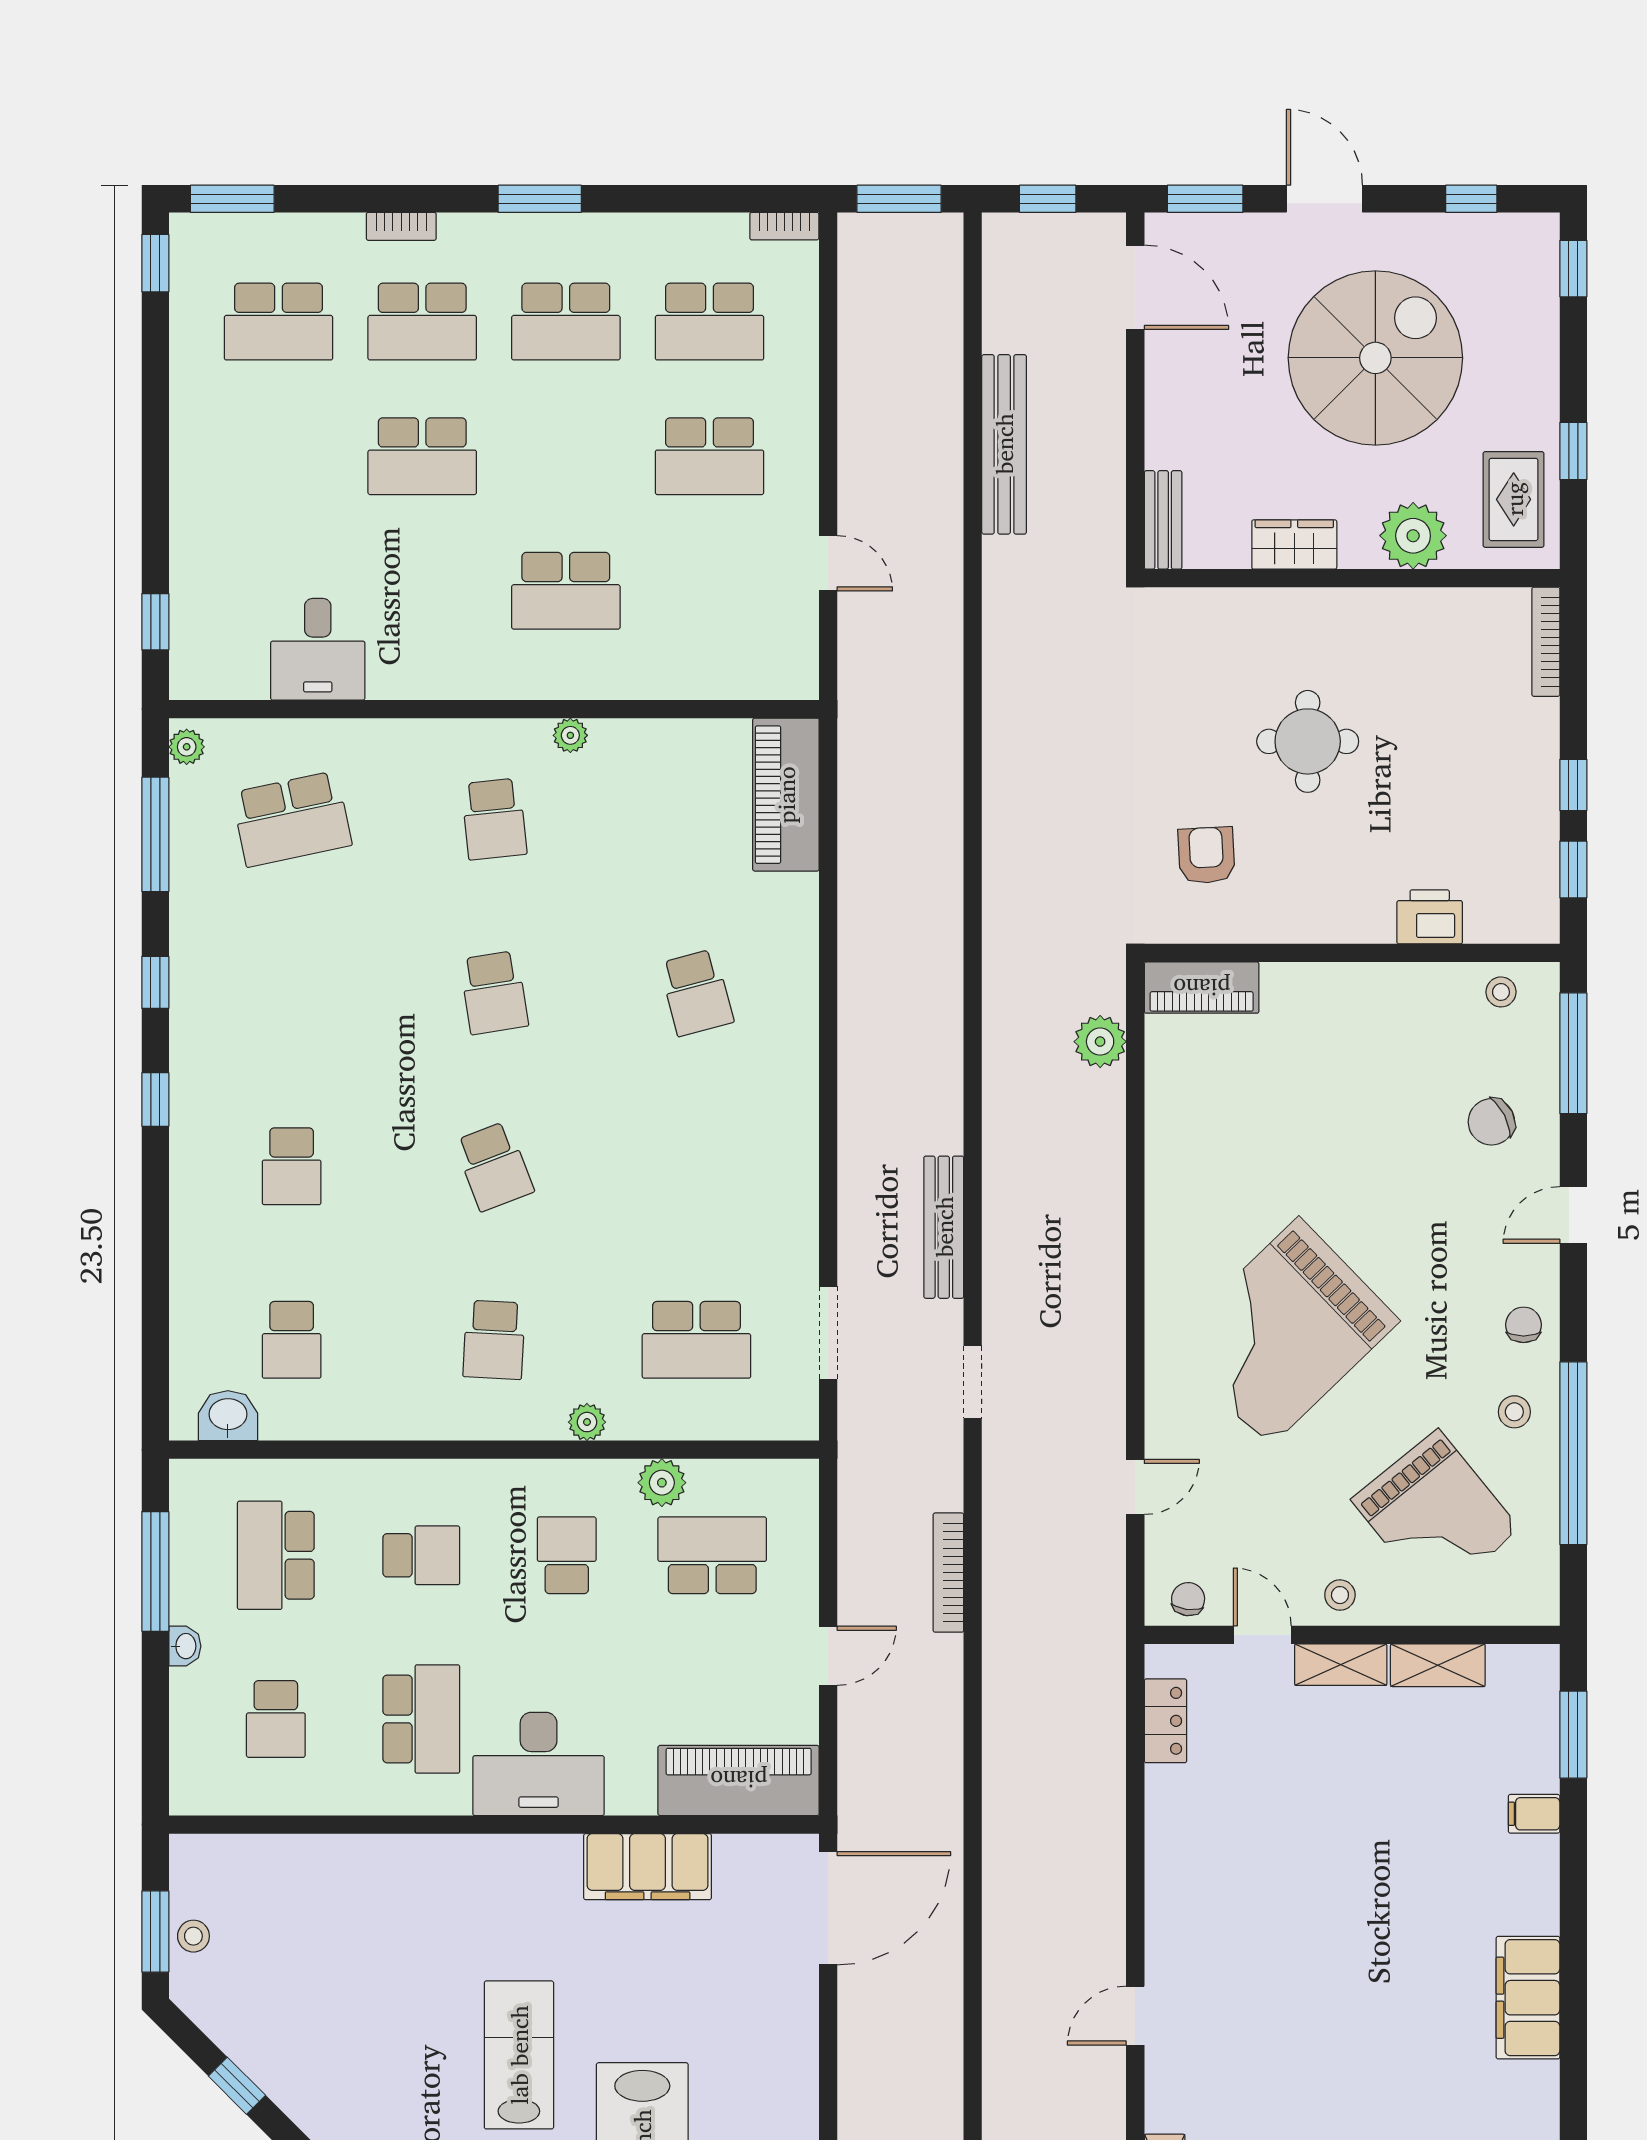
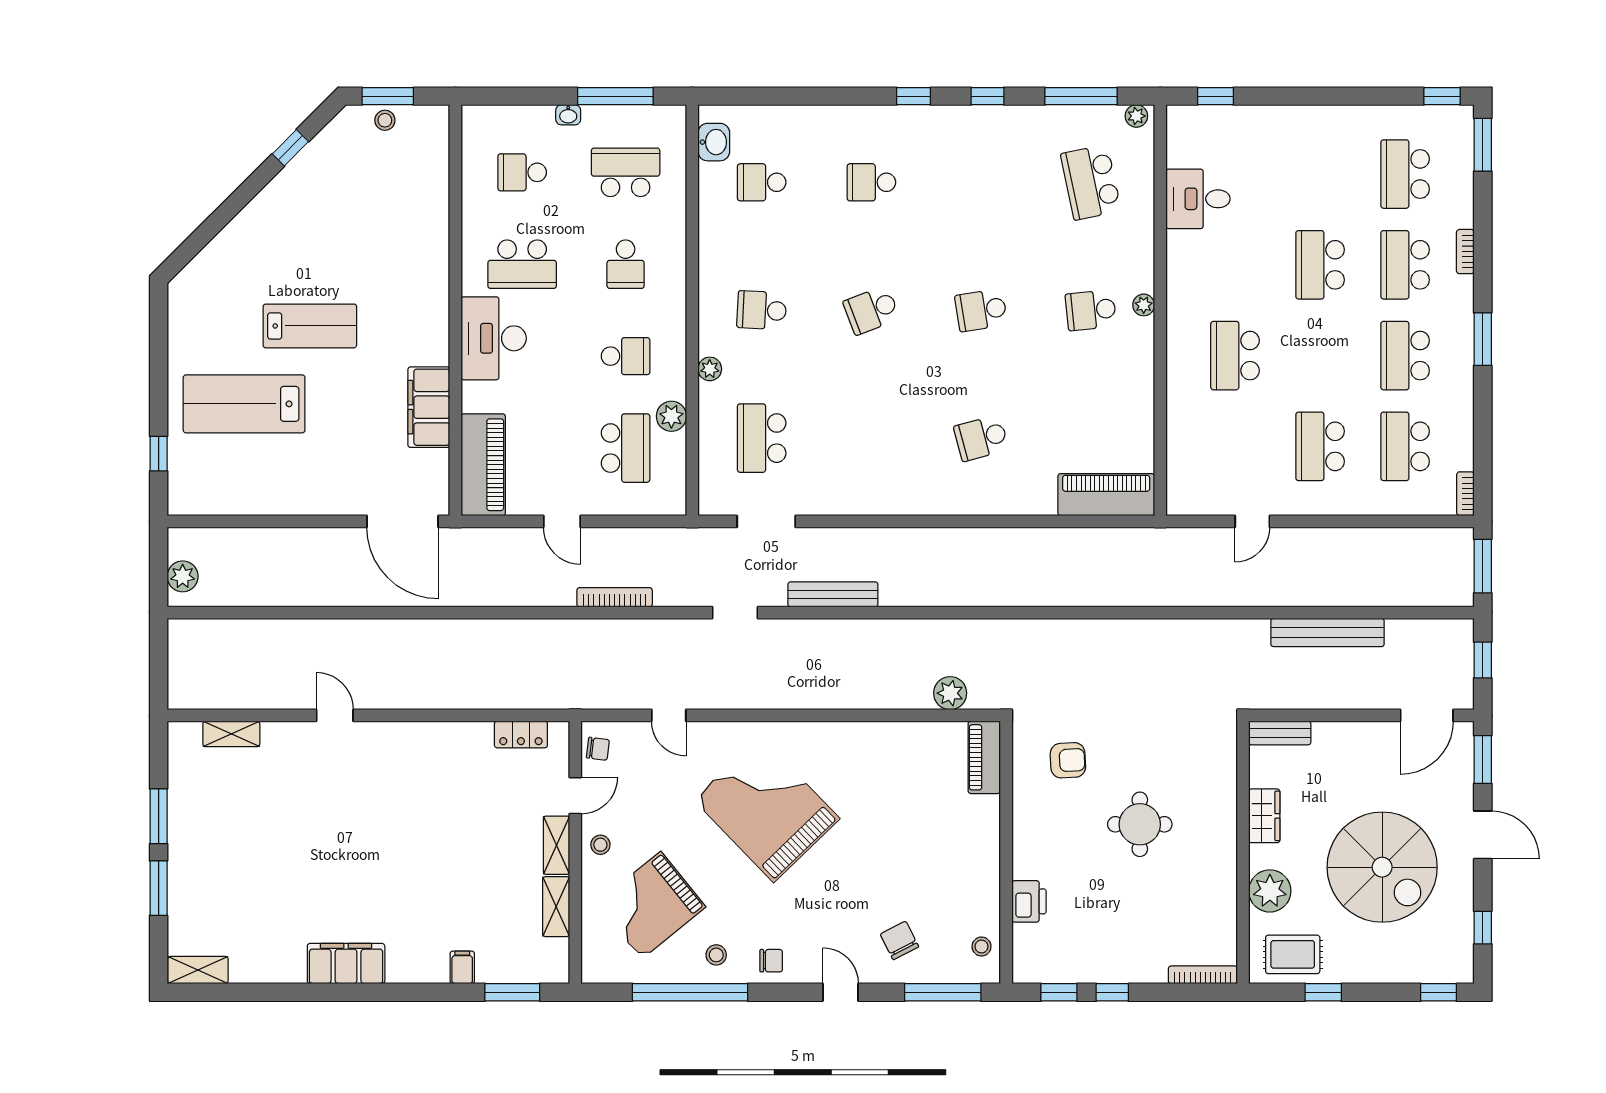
door: (1324, 199) -> (1483, 835), hinge flipped
plant: (570, 735) -> (1144, 305), moved

